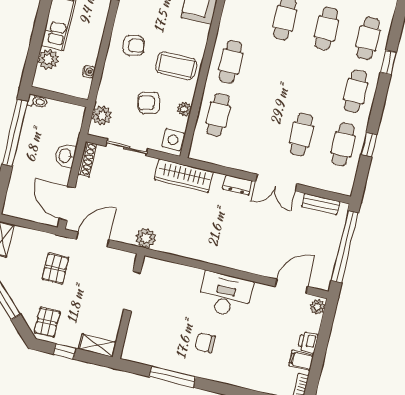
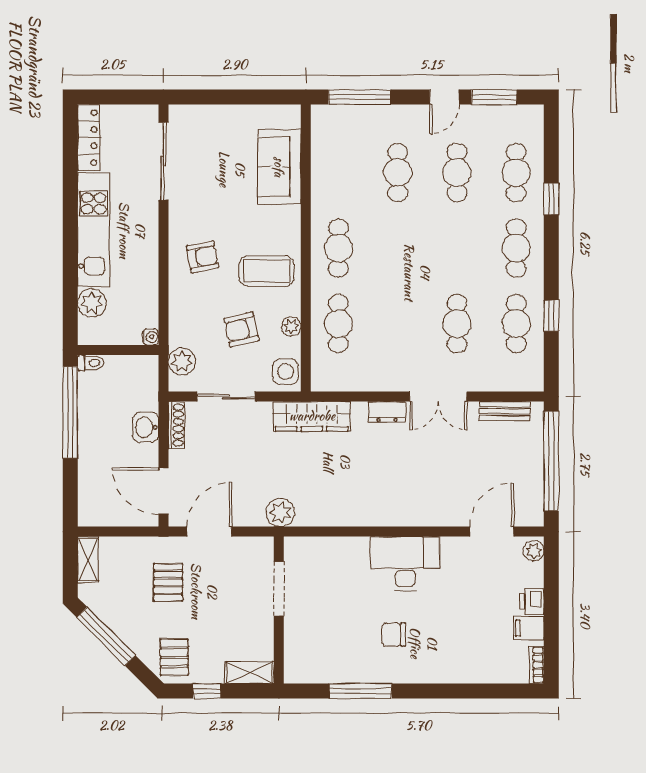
water cooler: (89, 72) -> (151, 337), moved

